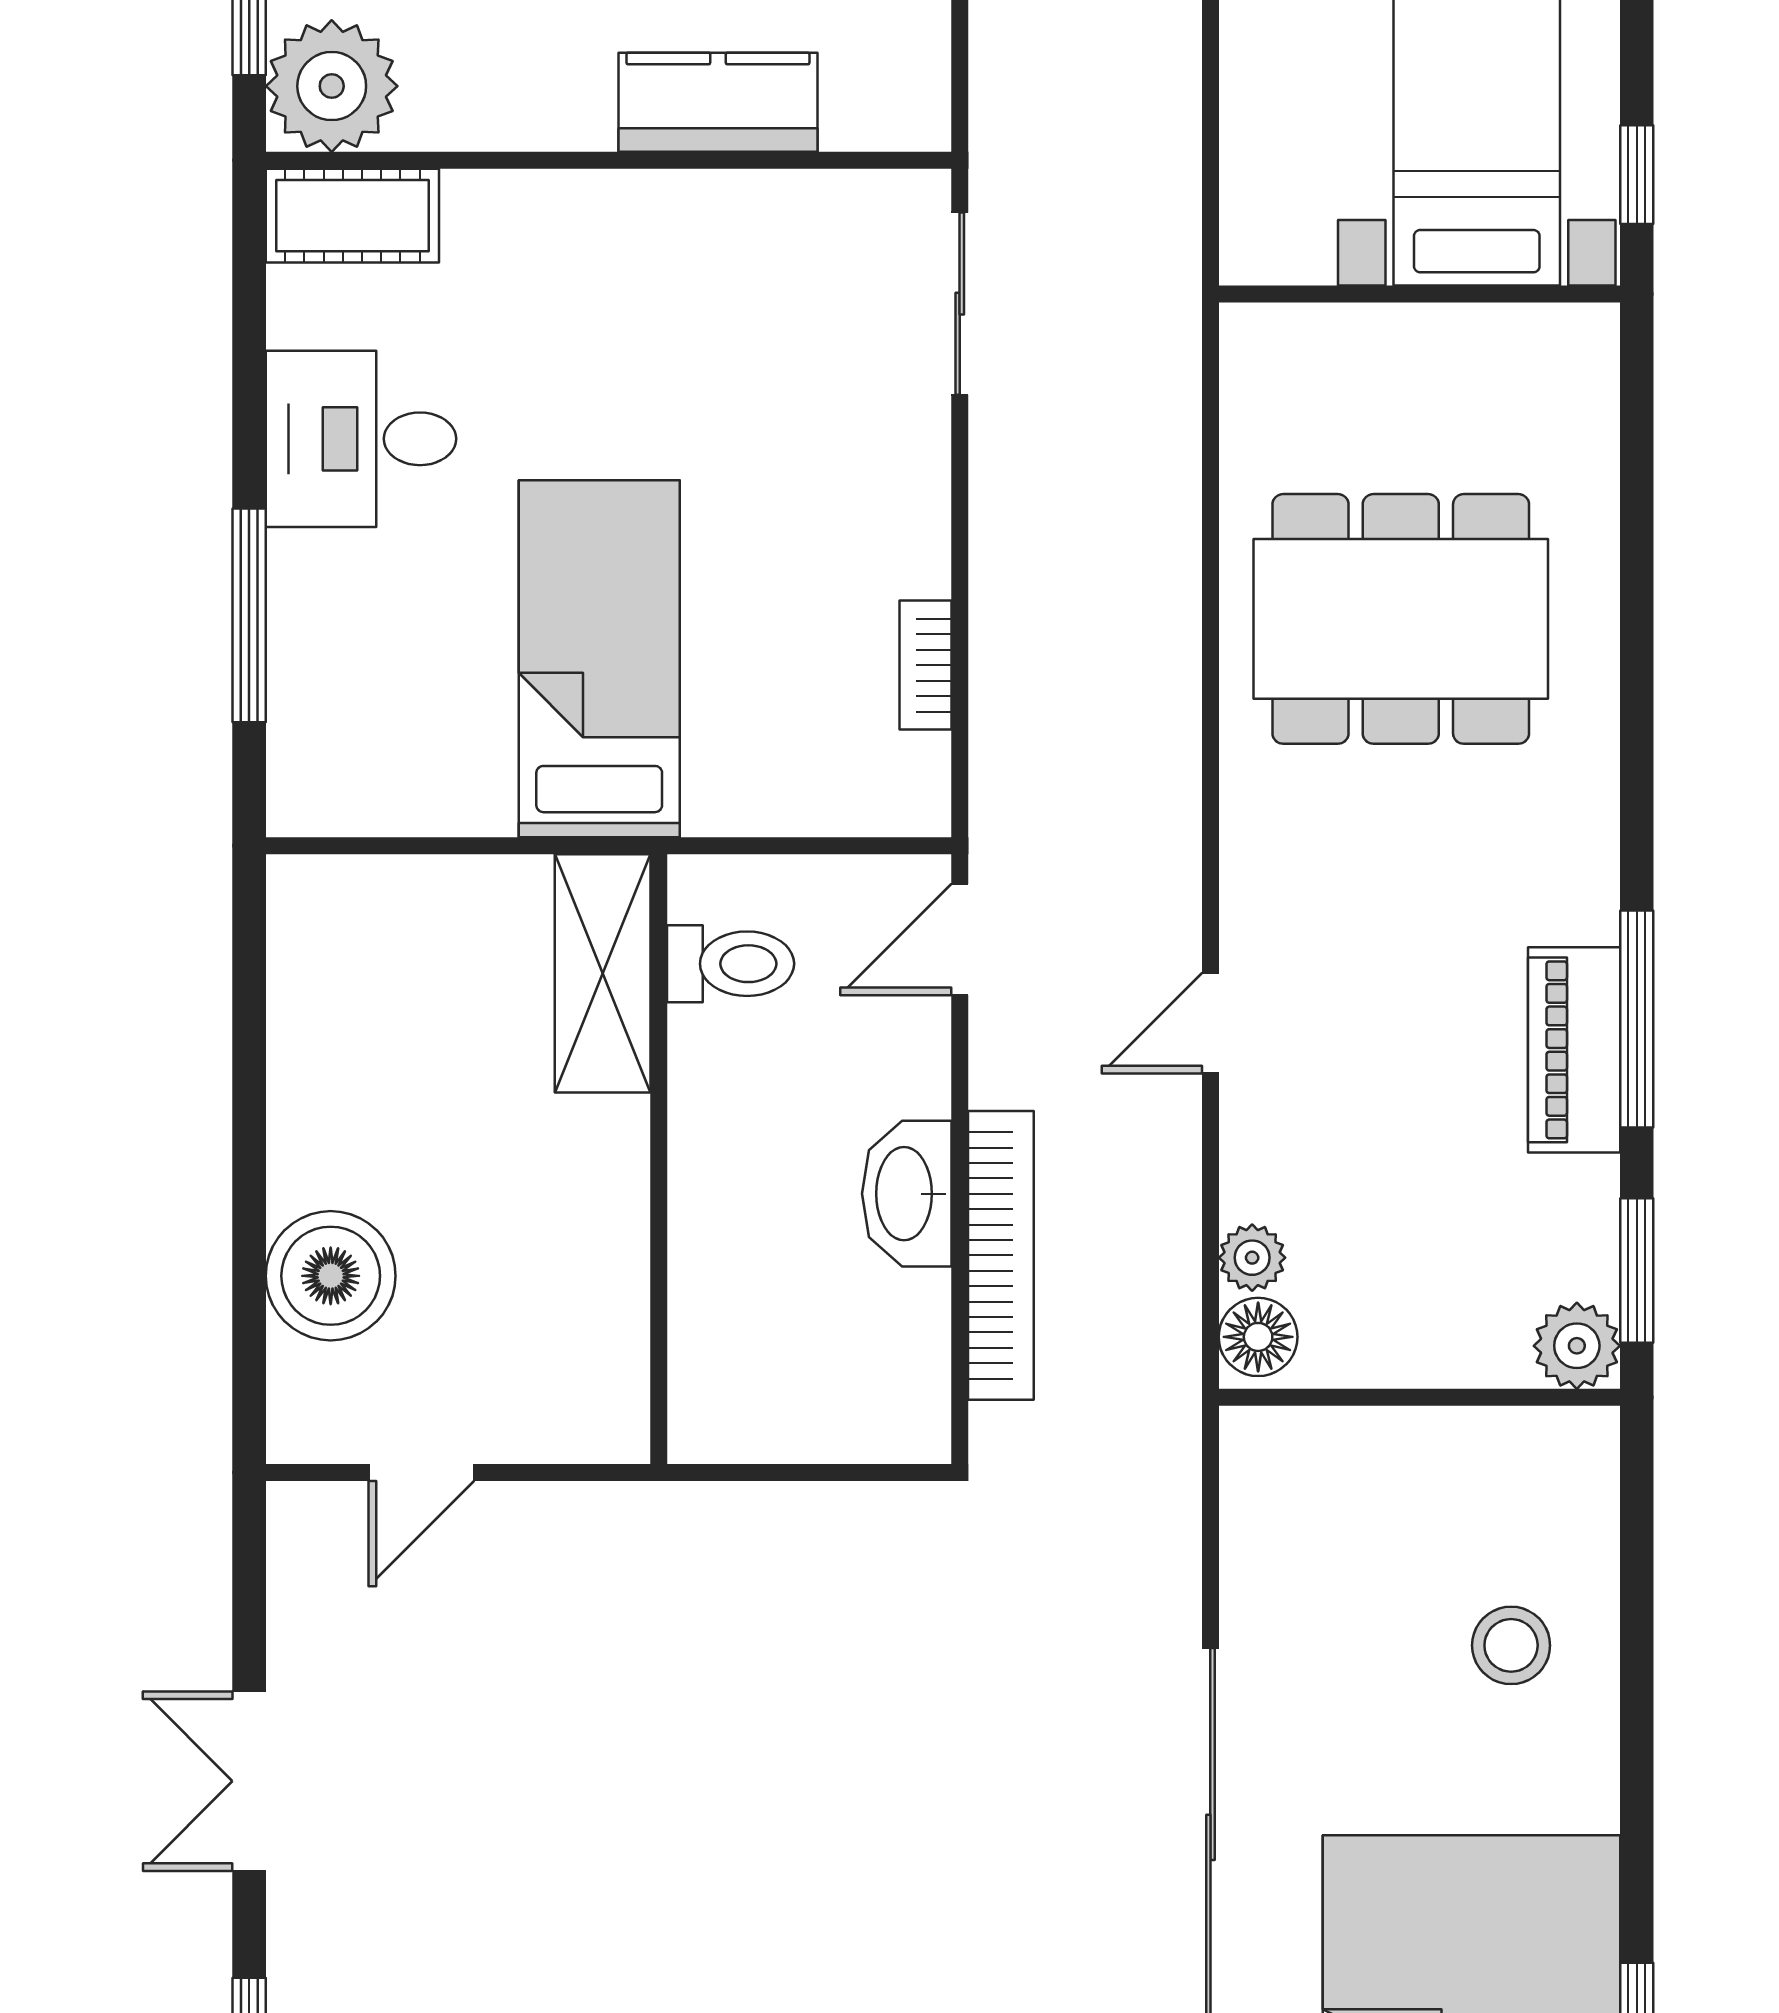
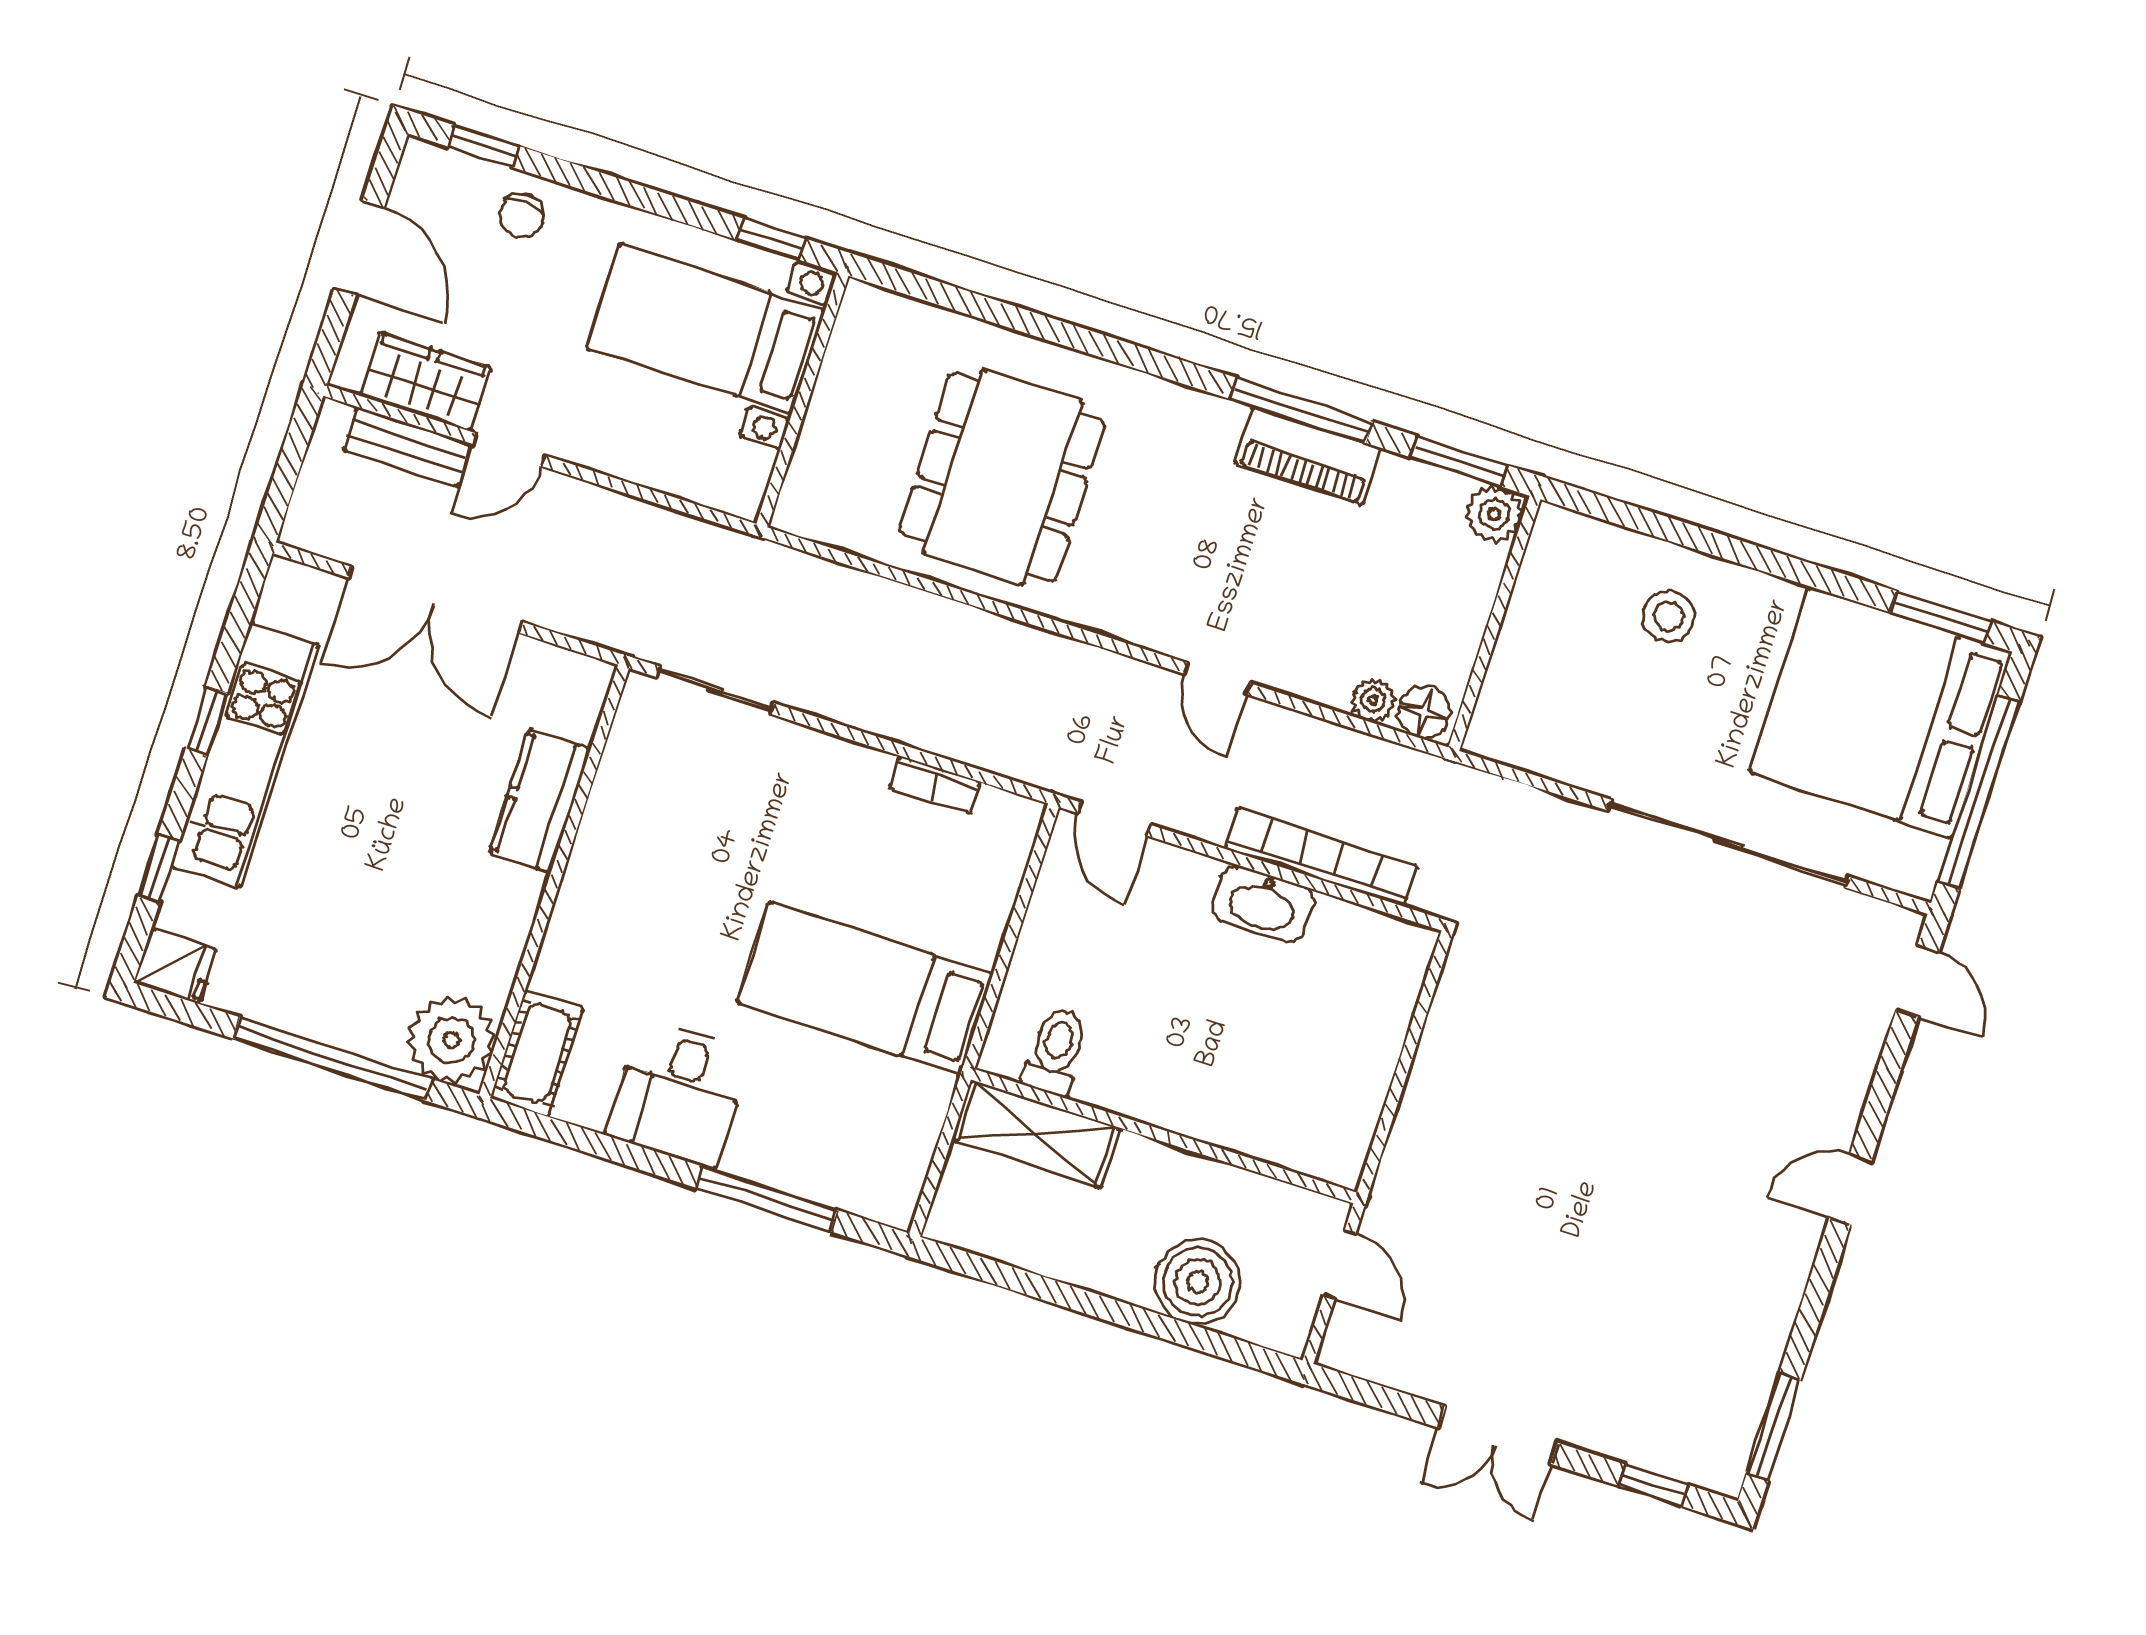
toilet: (731, 964) -> (1056, 1052), moved
shelving: (603, 973) -> (1036, 1134), moved
wall: (659, 1159) -> (1164, 1136), moved

